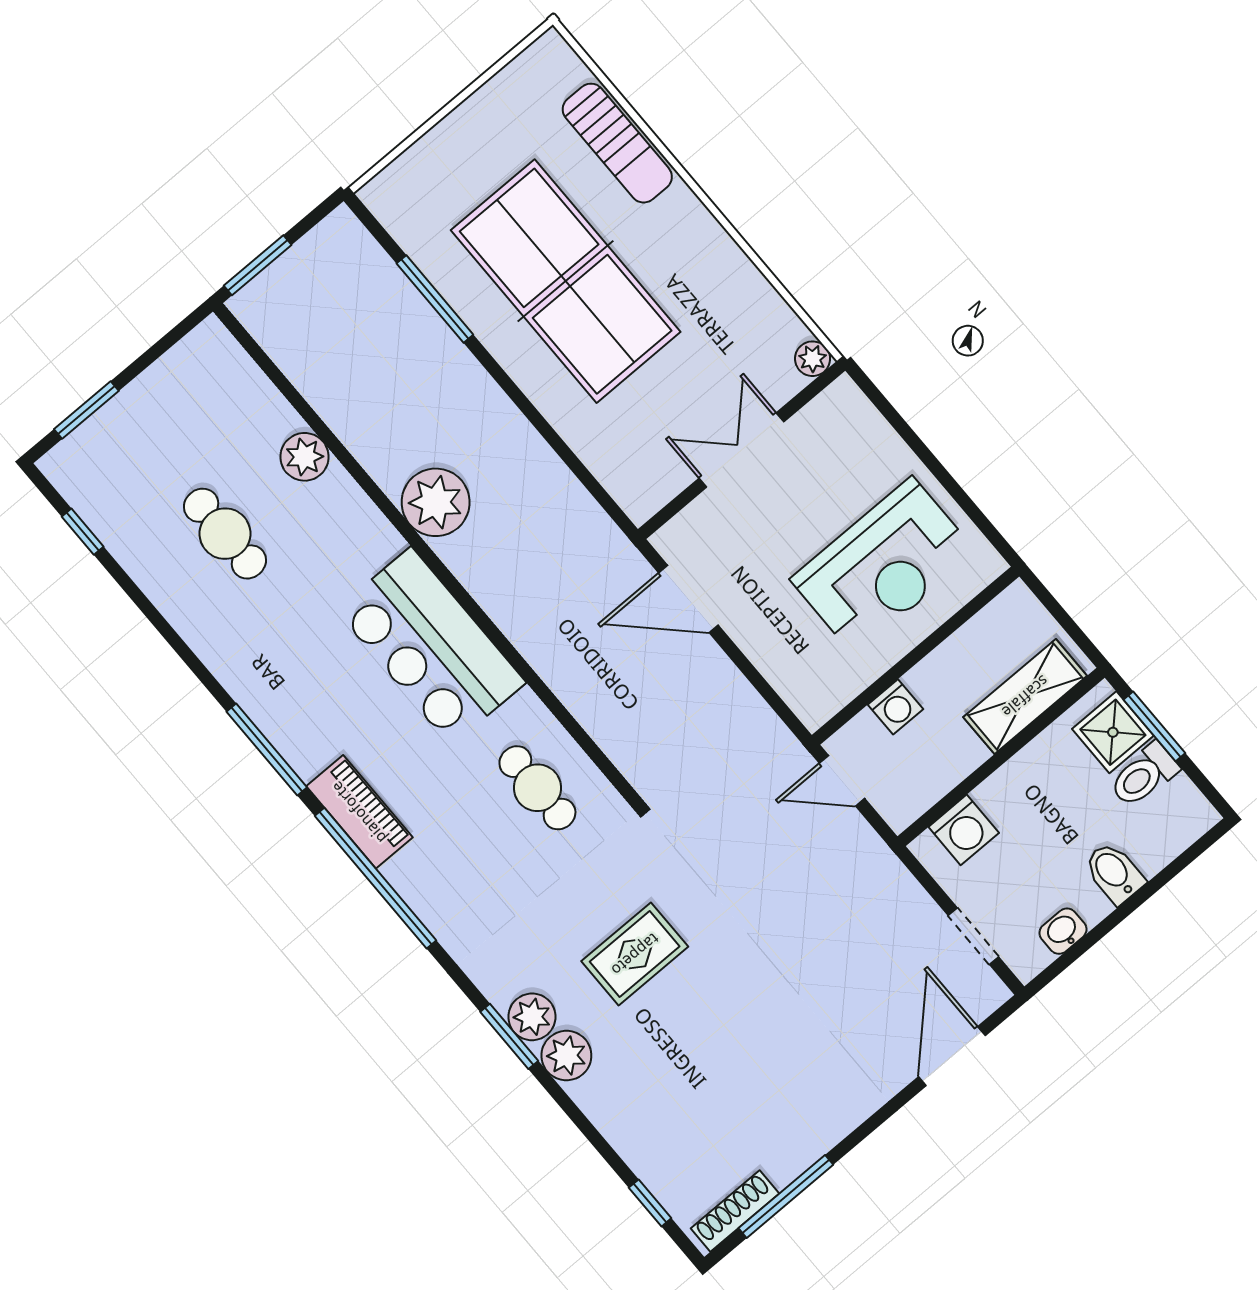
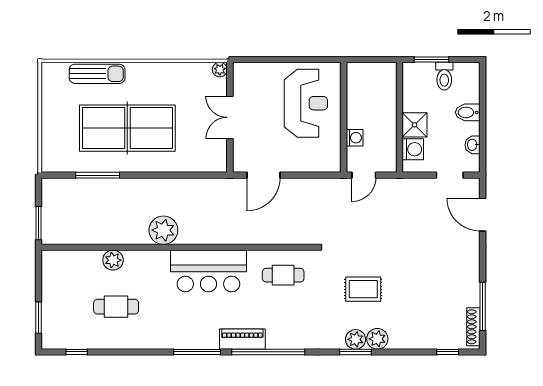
shelving: (1025, 696) -> (387, 93), removed
shower: (1113, 732) -> (415, 125), moved
rug: (635, 954) -> (363, 289), turned 90

